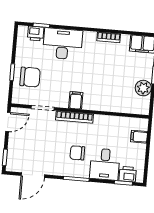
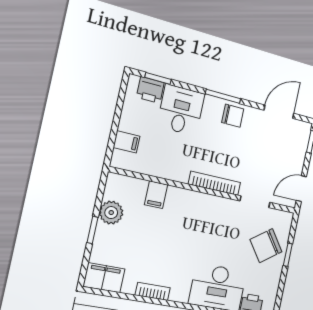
chair: (30, 77) -> (266, 246), turned -36
filing cabinet: (76, 100) -> (156, 195), moved
chair: (77, 153) -> (233, 116), moved

